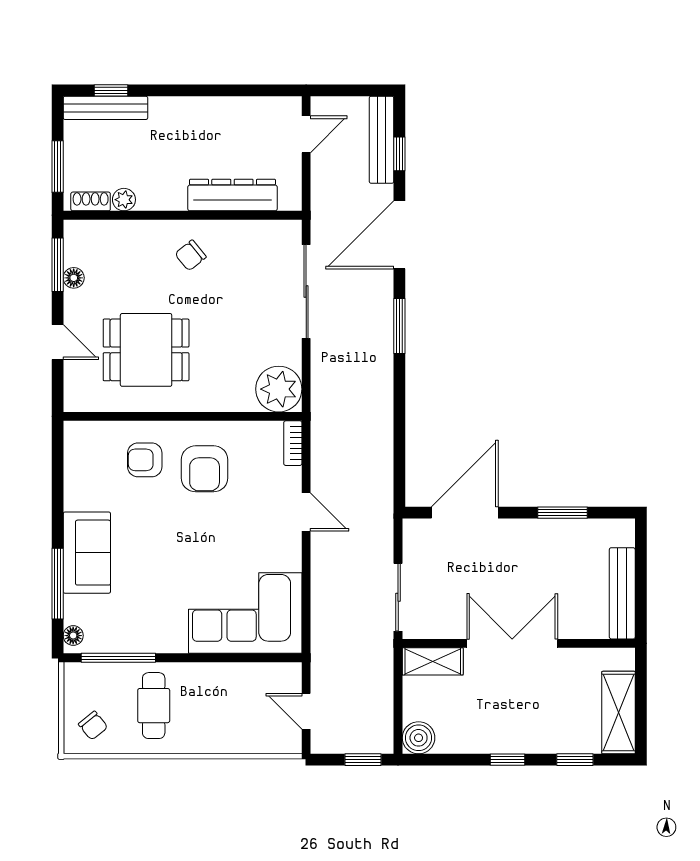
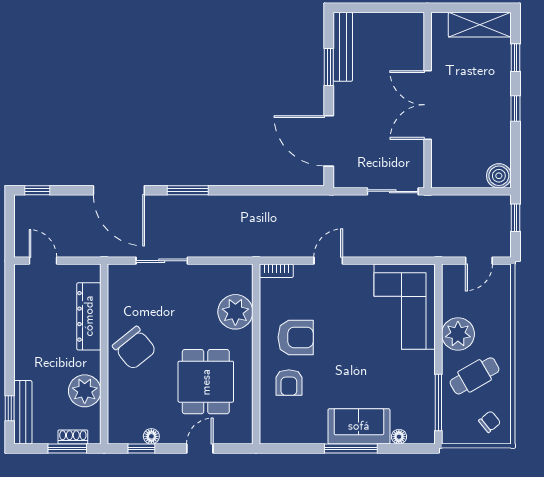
bench: (381, 140) -> (47, 204), removed
window: (399, 154) -> (37, 190), moved
plant: (124, 200) -> (85, 391), width x1.87, depth x1.87
shoe rack: (91, 201) -> (73, 437), moved, turned 90
chair: (191, 255) -> (134, 348), width x1.87, depth x1.87
window: (58, 265) -> (141, 449), width x0.67
sliding door: (306, 292) -> (162, 261), width x0.73
plant: (279, 389) -> (235, 312), moved
window: (58, 584) -> (351, 449), moved
bench: (622, 593) -> (343, 47), moved, turned 90
floor lamp: (73, 636) -> (399, 437), moved
shelving: (433, 661) -> (441, 165), removed
plant: (209, 684) -> (458, 334), added
cafe table: (154, 706) -> (475, 376), turned -30

